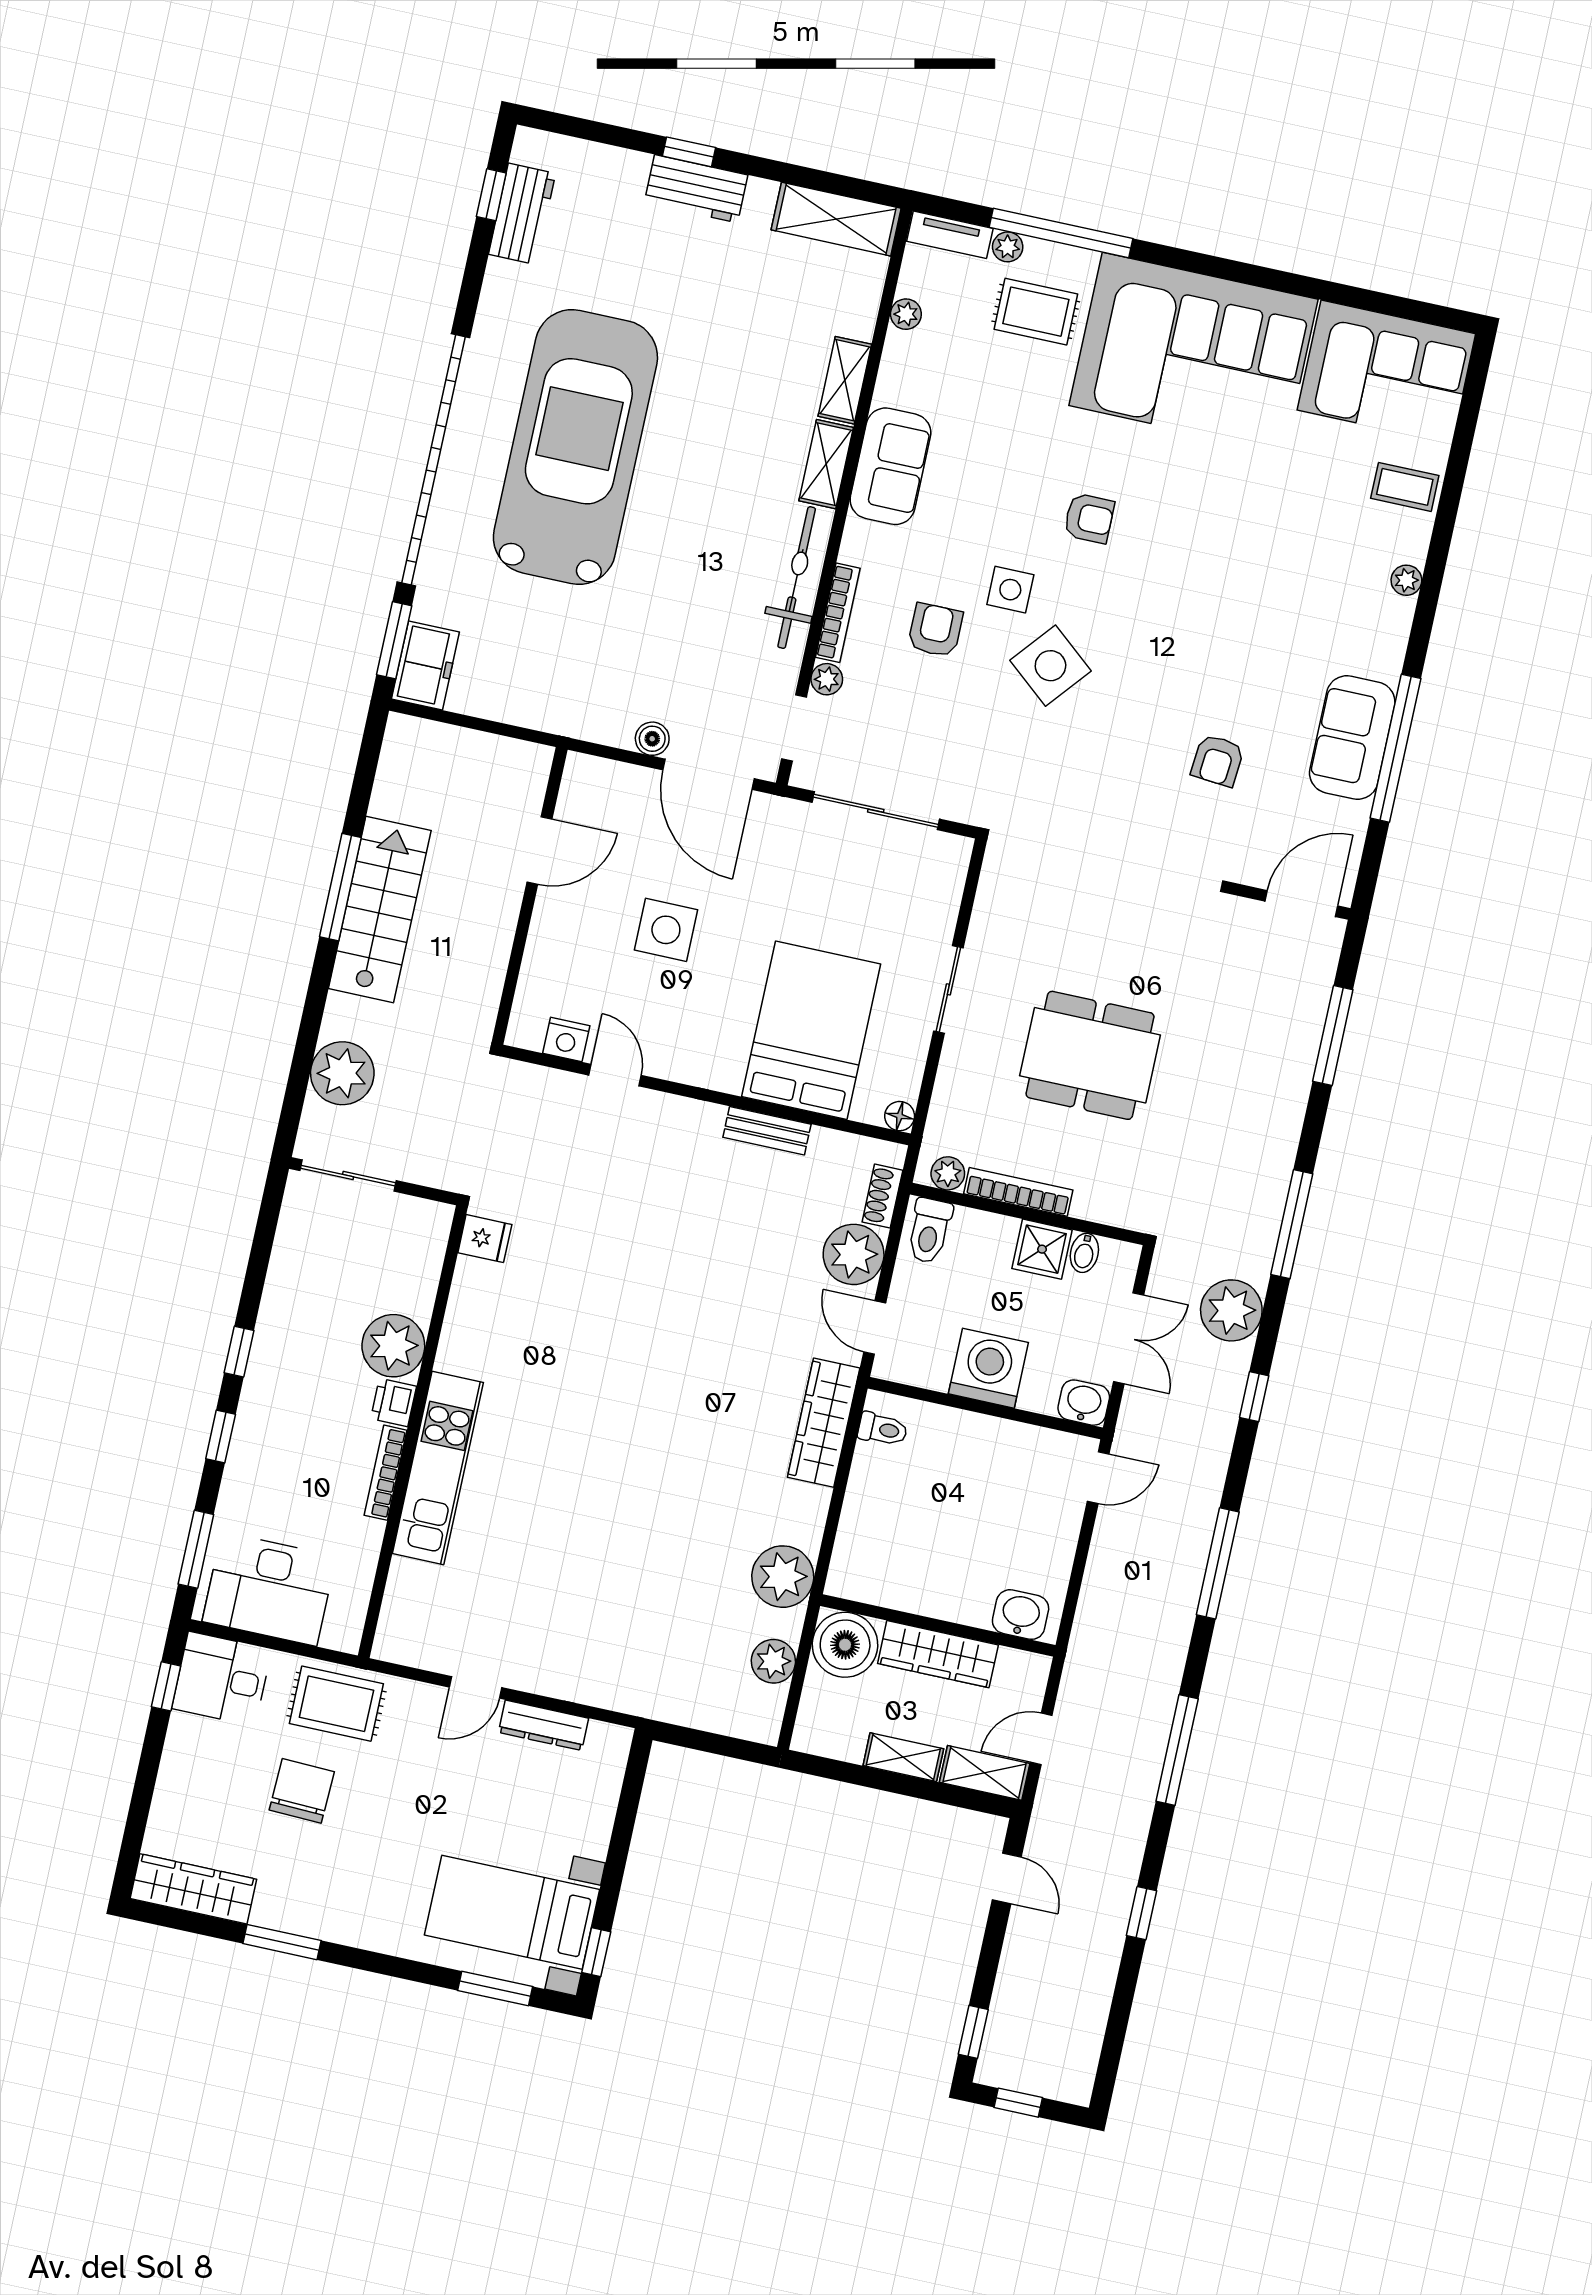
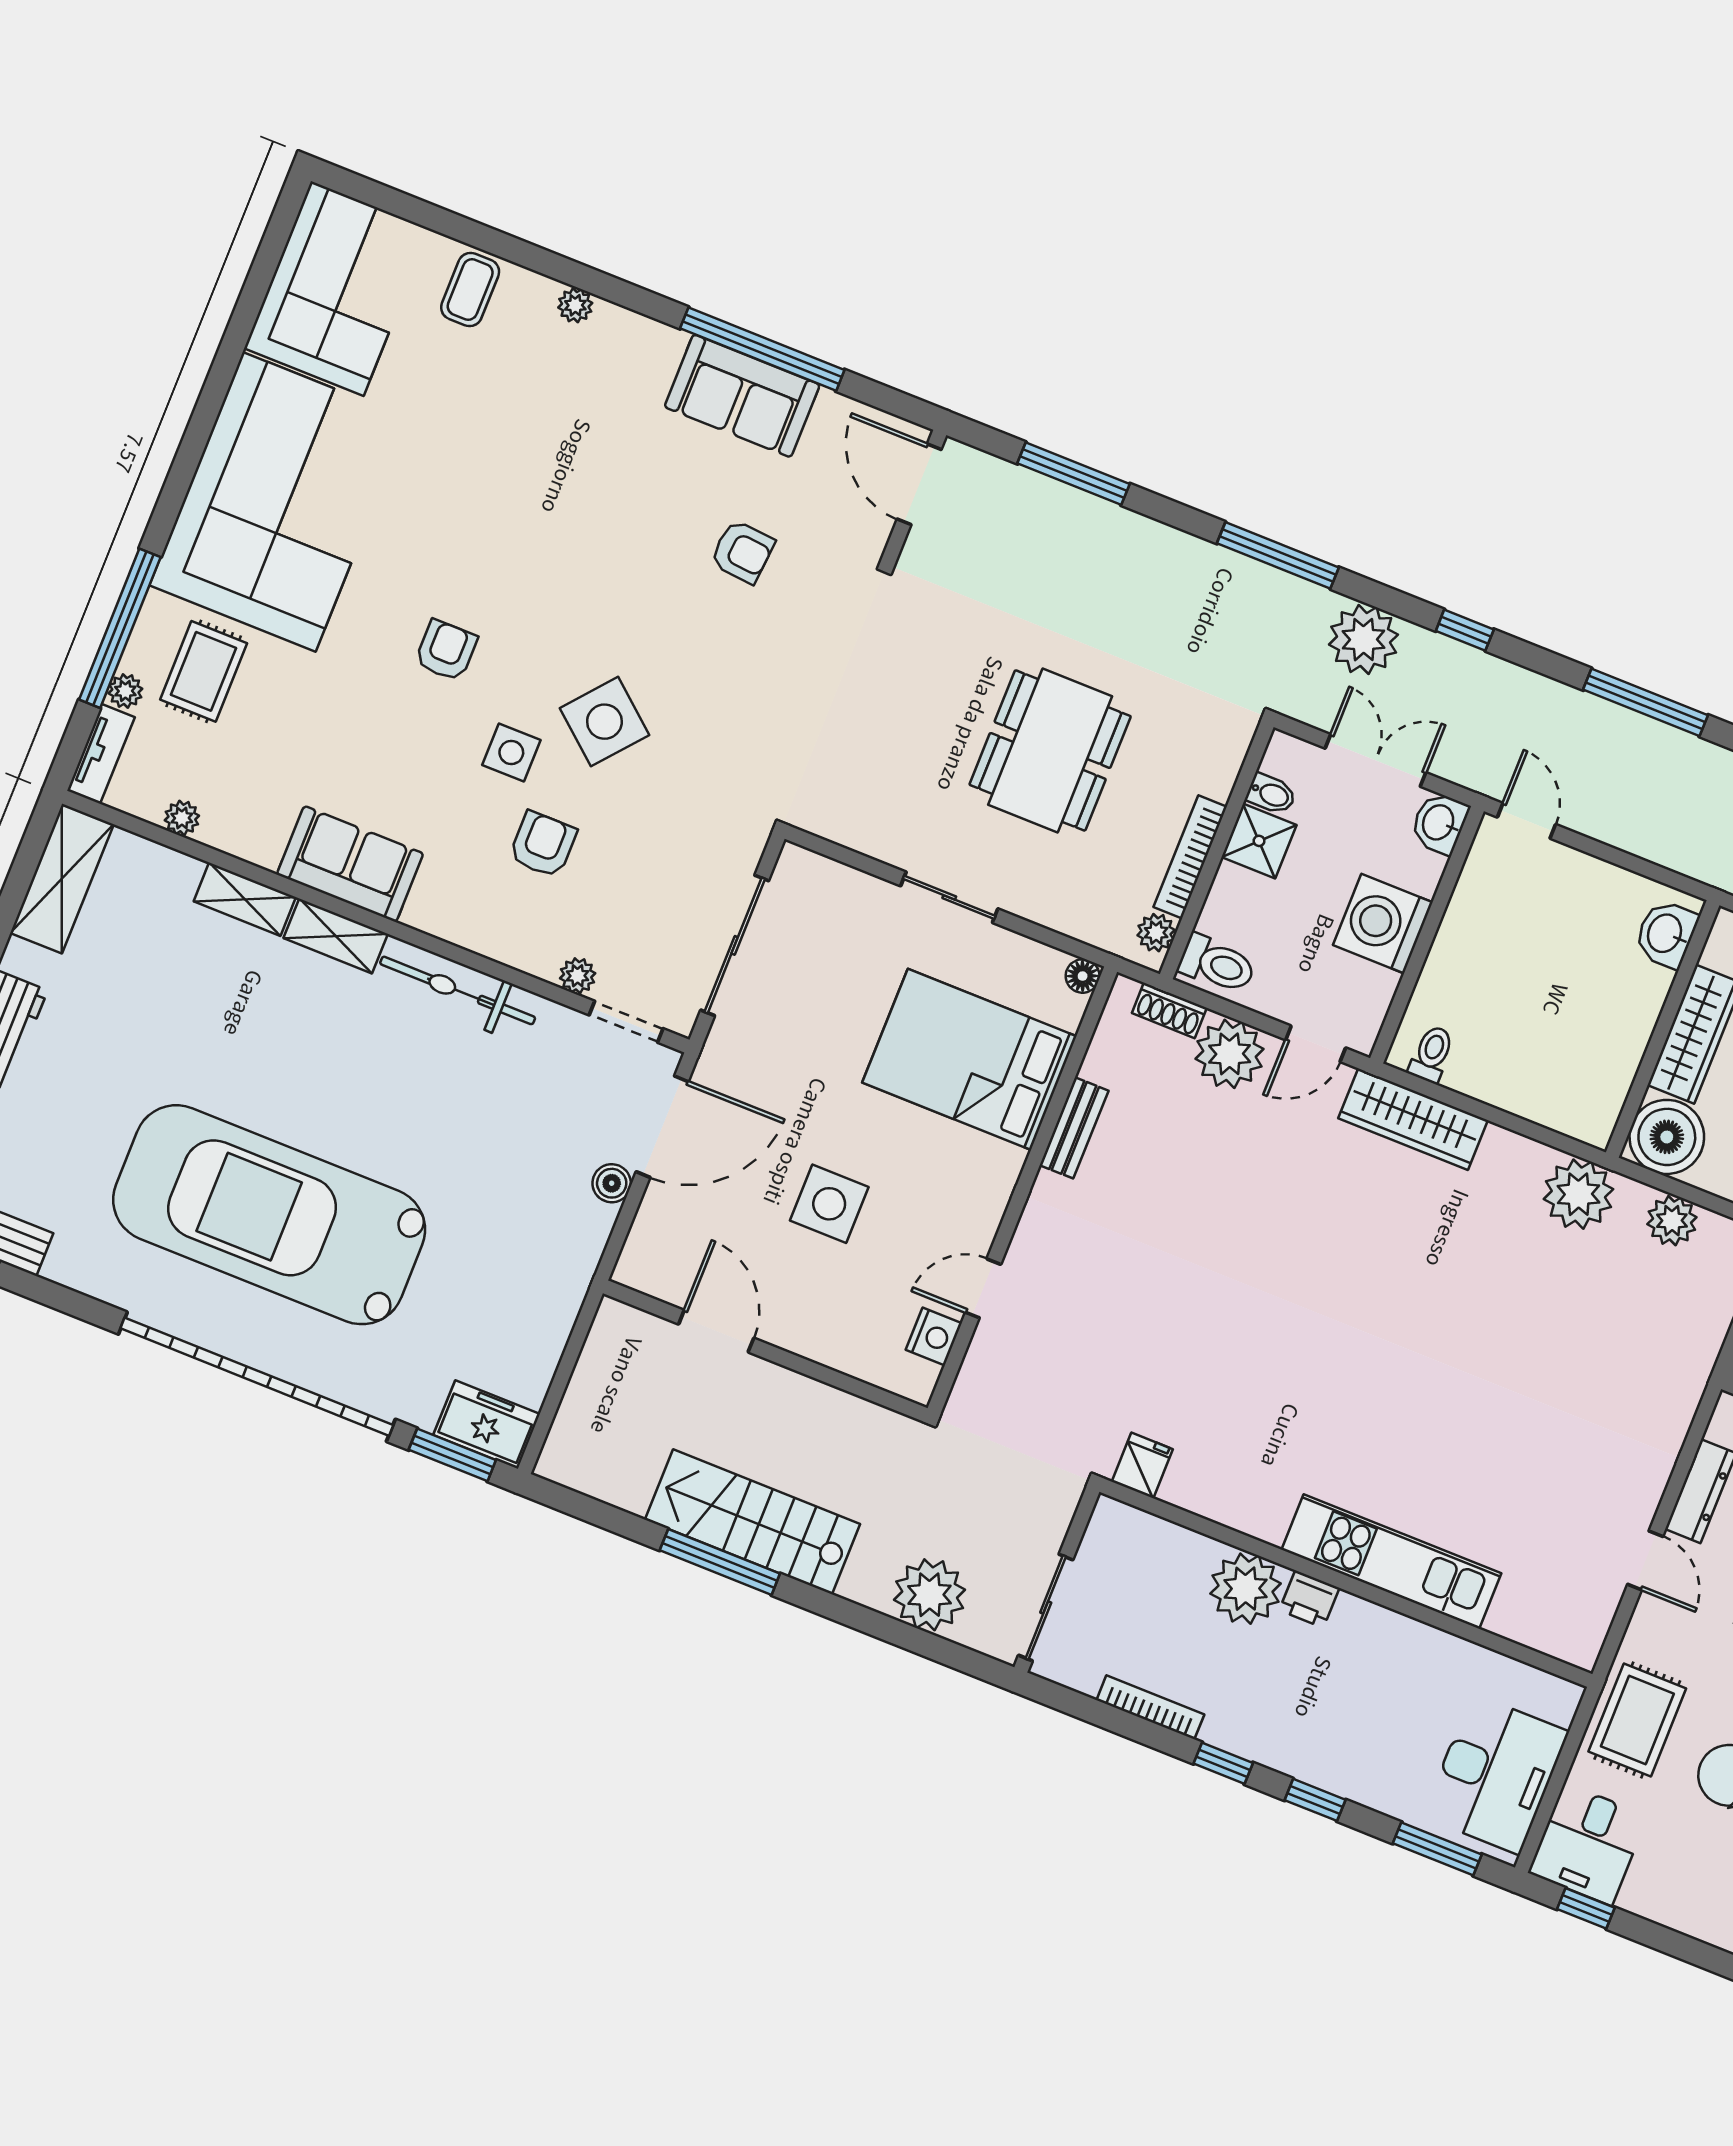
bookcase: (838, 613) -> (505, 951), removed
armchair: (935, 630) -> (543, 844), turned 90
bookcase: (386, 1473) -> (1150, 1707), moved, turned 180

